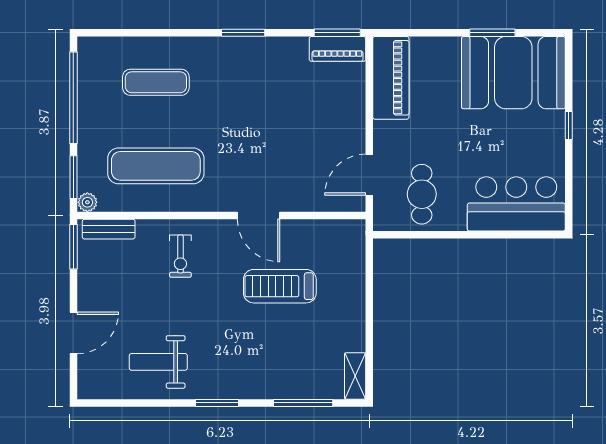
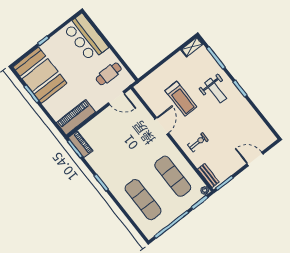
exercise mat: (156, 82) -> (143, 200), width x1.36, depth x1.45
weight bench: (158, 362) -> (216, 91), moved

